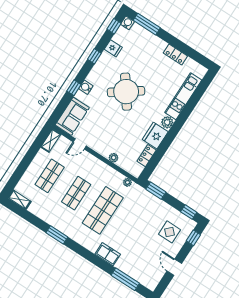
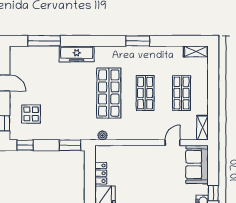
plant: (114, 158) -> (131, 151), removed
freezer: (108, 254) -> (77, 54), width x1.40

